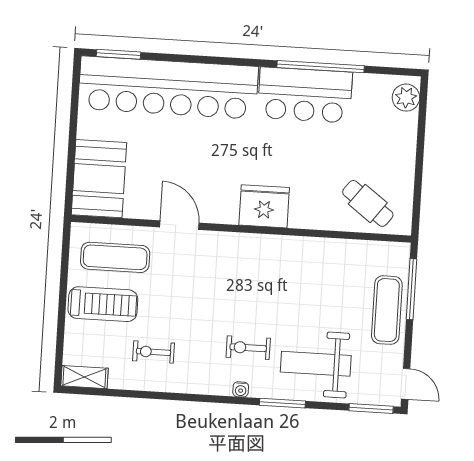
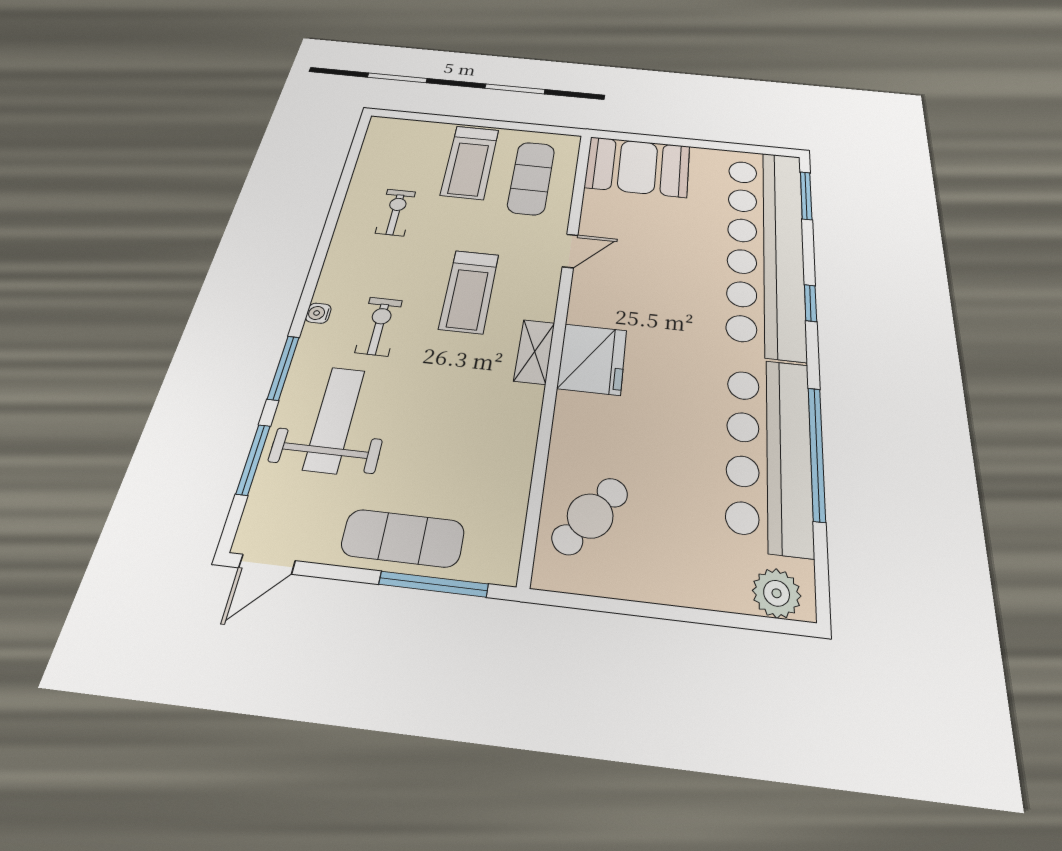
window: (212, 60) -> (810, 303), added
bar counter: (305, 95) -> (769, 452), width x1.36
door: (179, 225) -> (570, 251), width x0.73
treadmill: (217, 292) -> (469, 291), added
shelving: (84, 377) -> (535, 352), moved
window: (371, 409) -> (253, 459), moved

